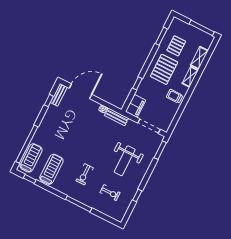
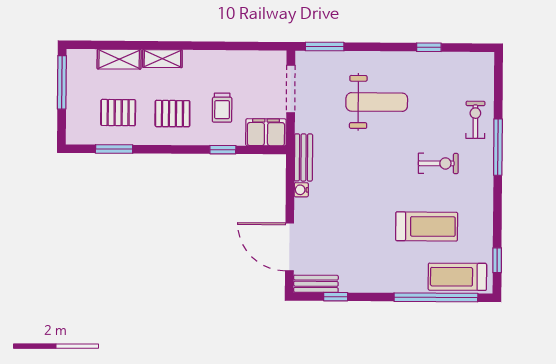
pallet: (164, 69) -> (172, 114), width x0.67, depth x0.71
trolley: (175, 96) -> (222, 108), moved
treadmill: (51, 169) -> (427, 226), moved, turned 180
exercise bike: (110, 193) -> (475, 120), moved

